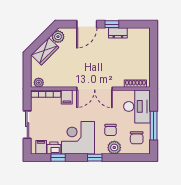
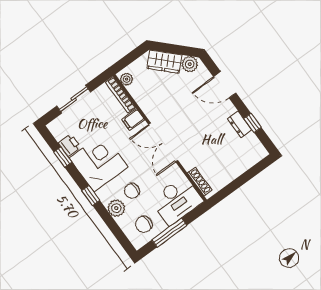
window: (112, 24) -> (253, 123), moved
filing cabinet: (41, 147) -> (61, 131), removed

